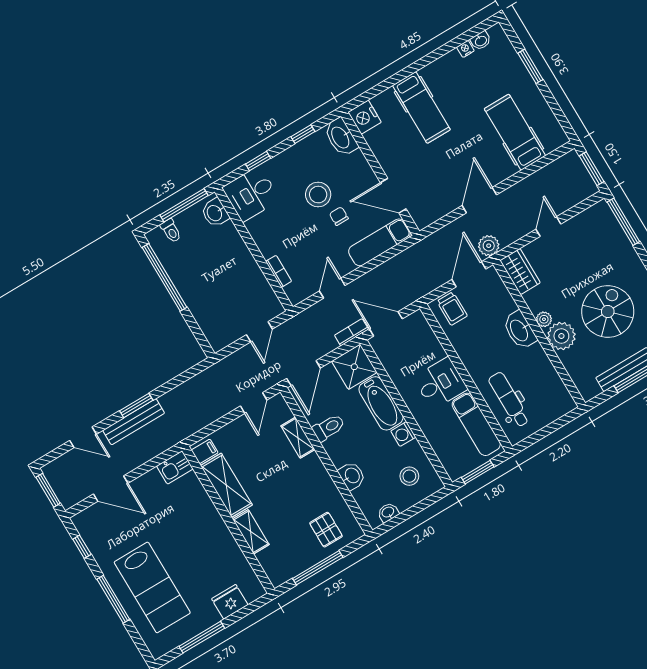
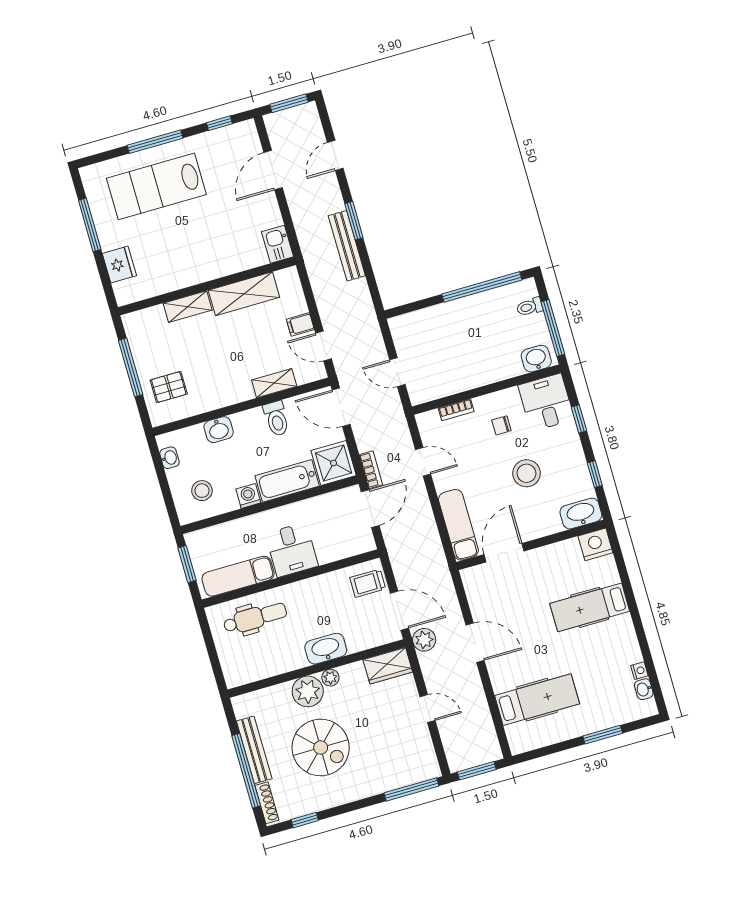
chair: (339, 216) -> (501, 425), moved, turned 180
bench: (134, 422) -> (347, 246), moved
filing cabinet: (205, 451) -> (300, 324), moved, turned 90

